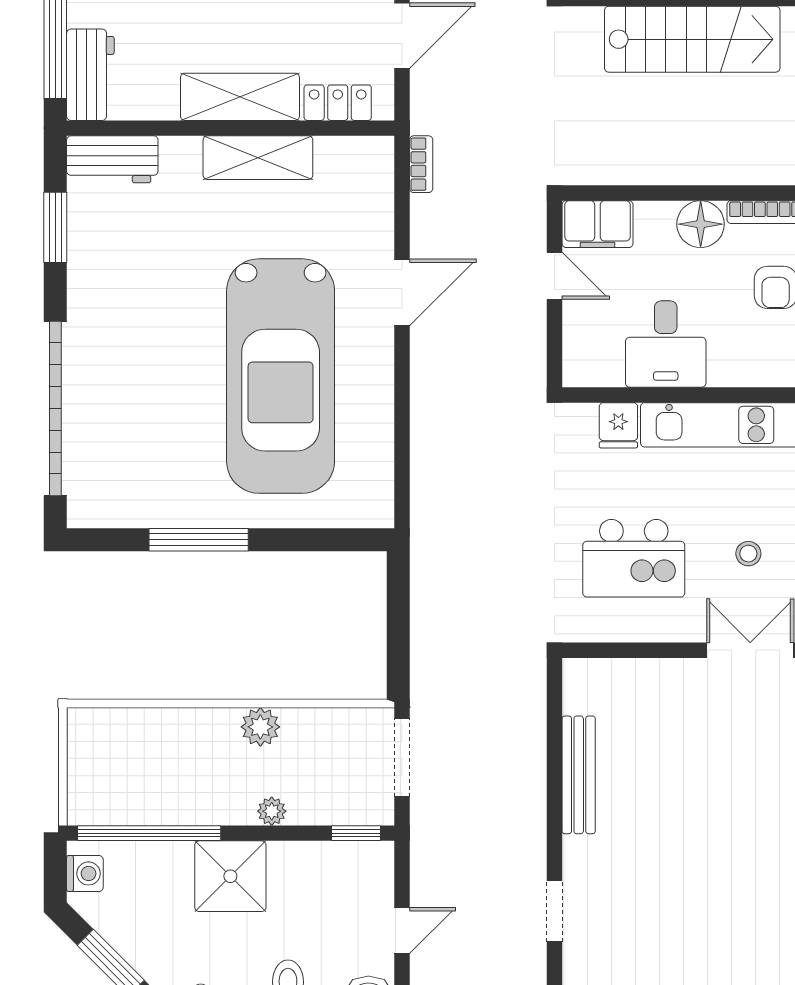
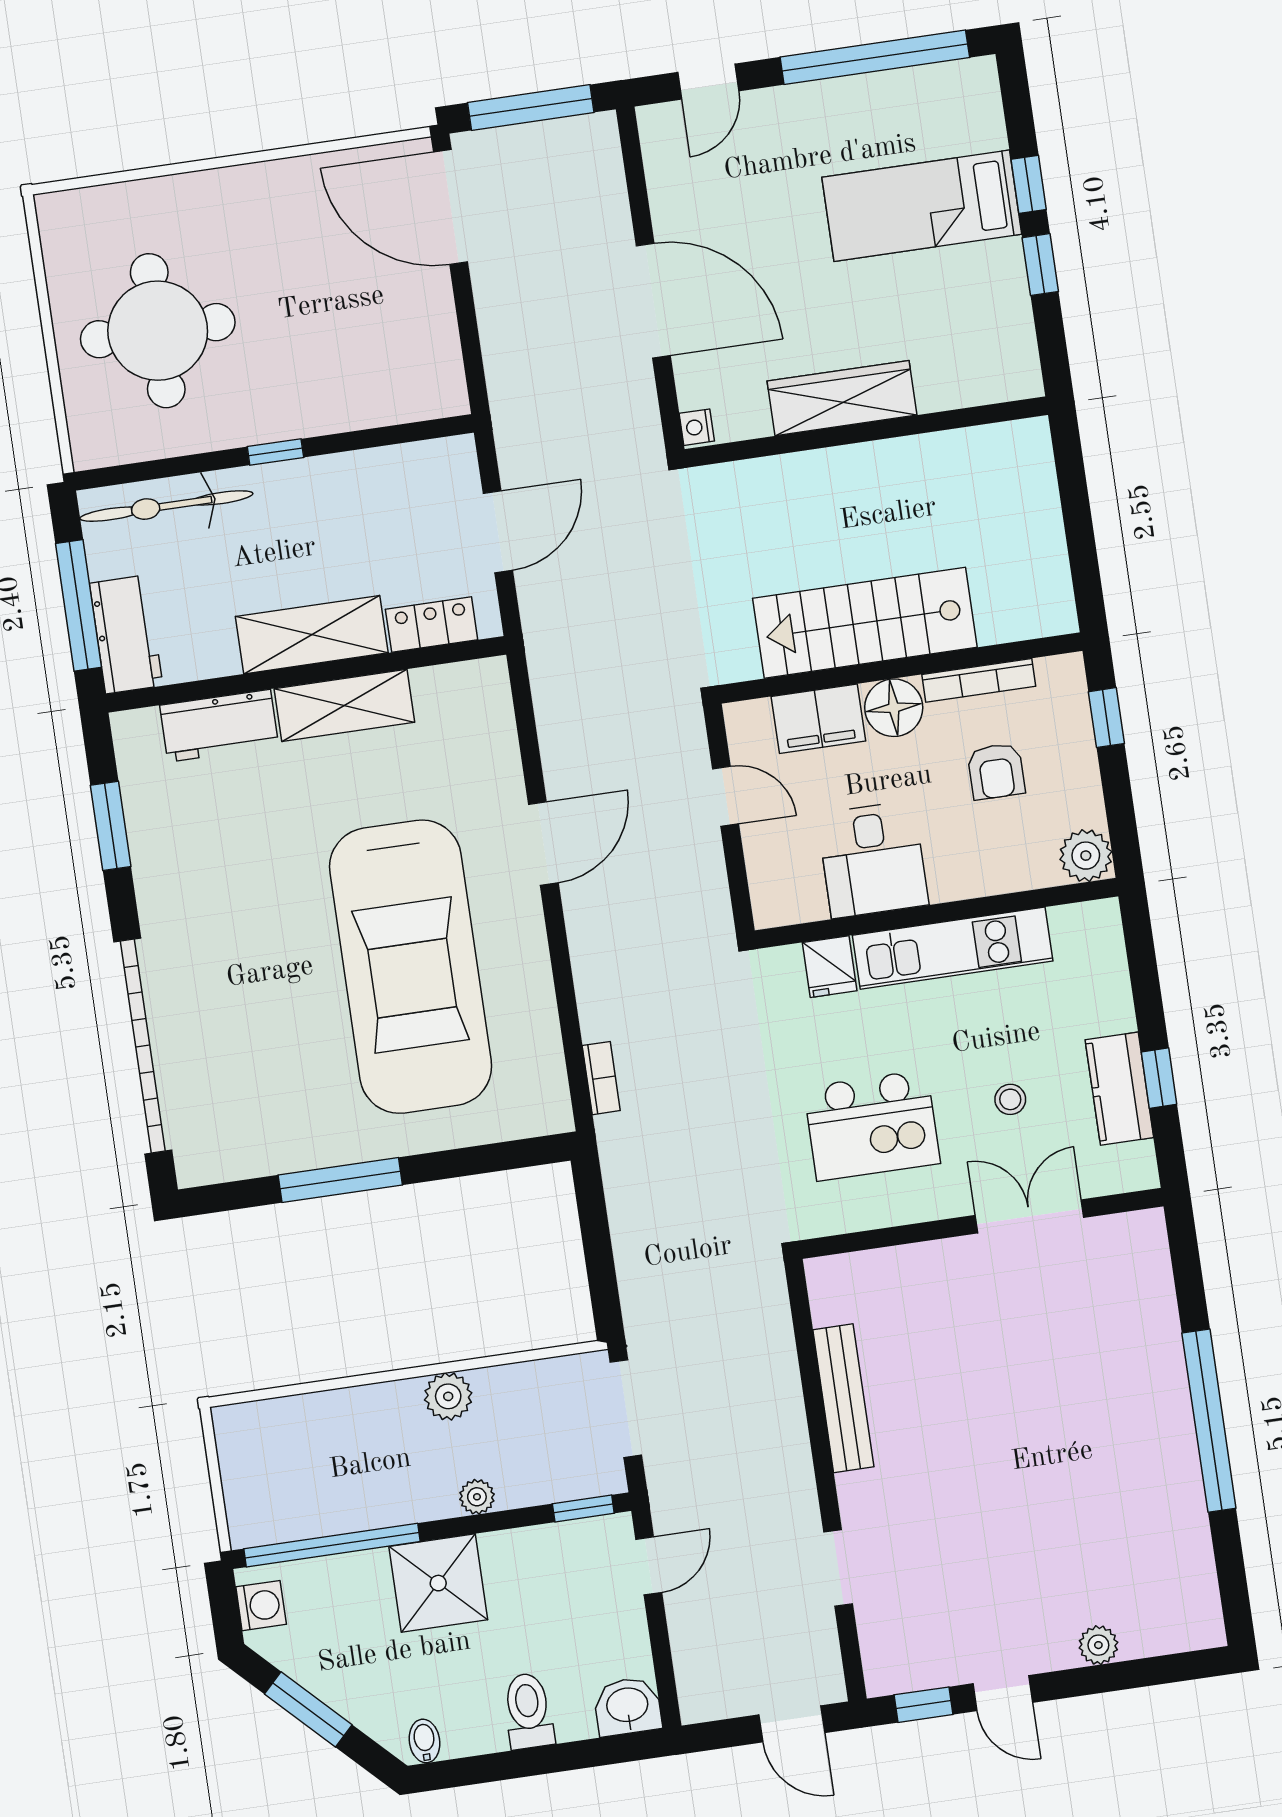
stairs: (692, 39) -> (865, 623), moved, turned 180
workbench: (112, 159) -> (219, 726), moved
bookcase: (421, 164) -> (601, 1078), moved
filing cabinet: (598, 224) -> (818, 719), moved
door: (402, 930) -> (649, 1566), moved

